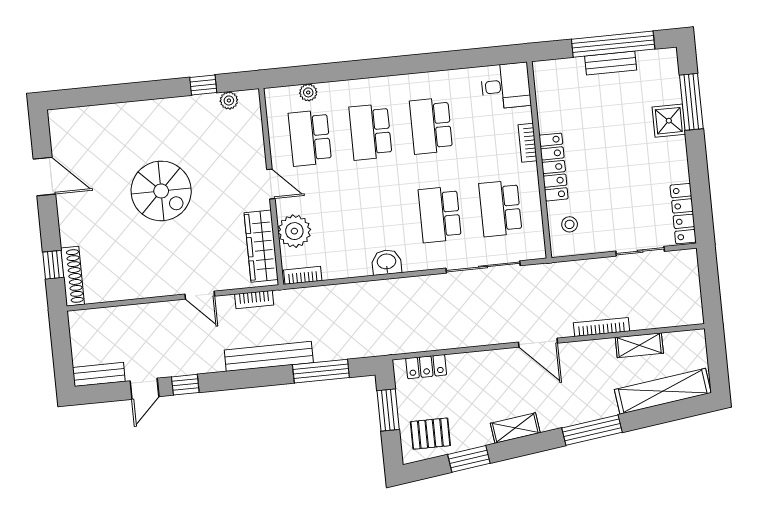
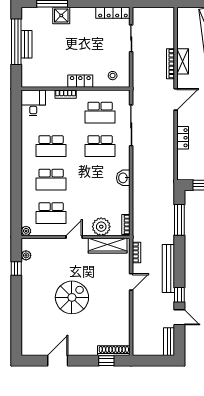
plant: (308, 92) -> (26, 231), moved
locker: (554, 167) -> (80, 81), width x0.66
shelving: (639, 345) -> (183, 61), moved
bench: (269, 356) -> (168, 268), moved
locker: (426, 367) -> (183, 138), moved

